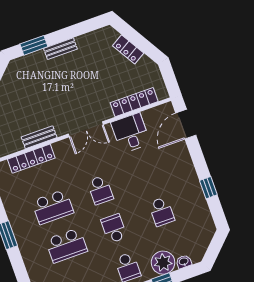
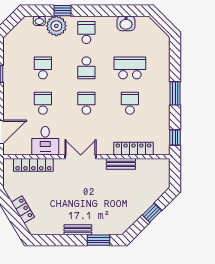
school desk: (148, 173) -> (43, 103), added
school desk: (53, 207) -> (130, 103), width x0.54

